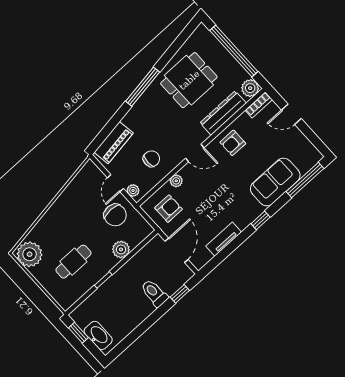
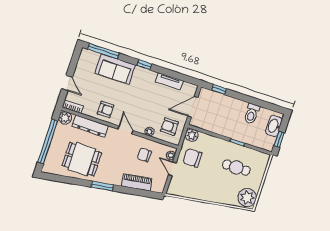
window: (143, 87) -> (102, 186), width x0.69
piano: (114, 143) -> (137, 182), moved
door: (115, 183) -> (172, 169), swing flipped
chair: (115, 215) -> (192, 158), turned -90
plant: (121, 249) -> (192, 135), moved
toilet: (154, 293) -> (252, 114), moved

